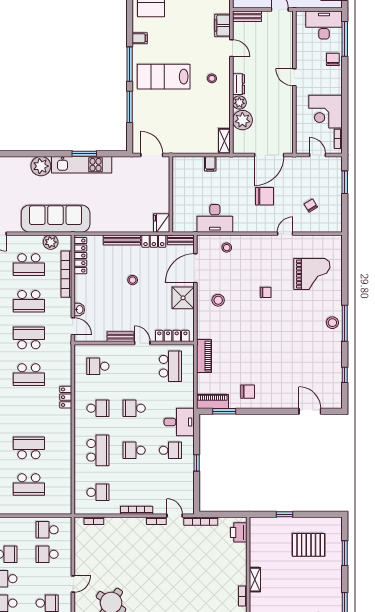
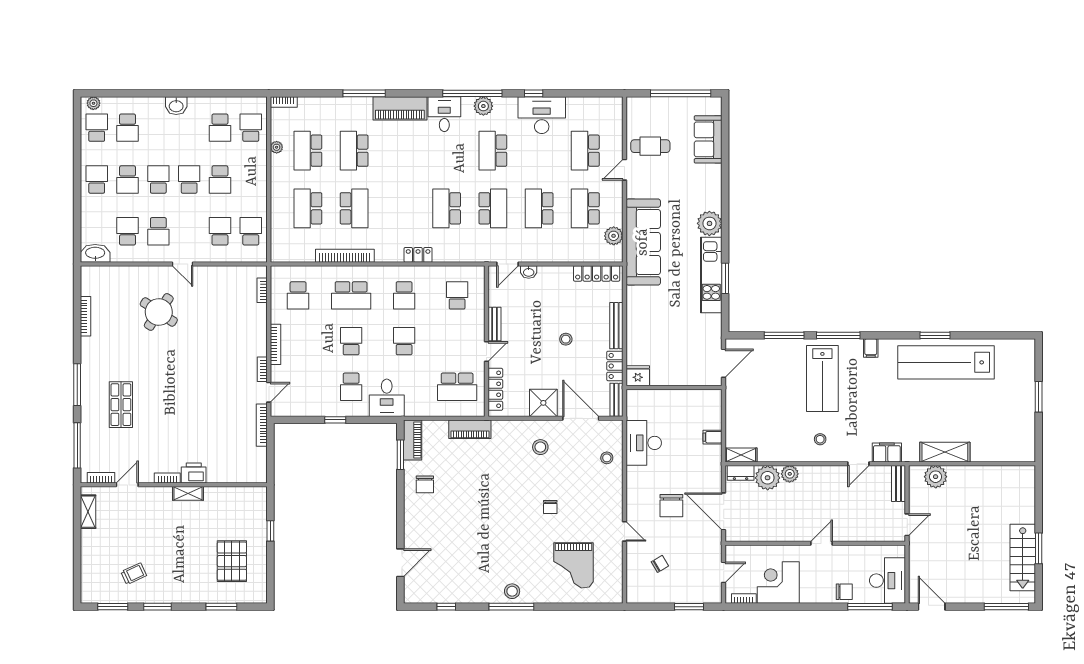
lab bench: (164, 77) -> (822, 378), turned 180
dresser: (239, 84) -> (741, 473), moved
bookcase: (66, 274) -> (345, 256), moved
printer: (239, 532) -> (194, 473), moved

